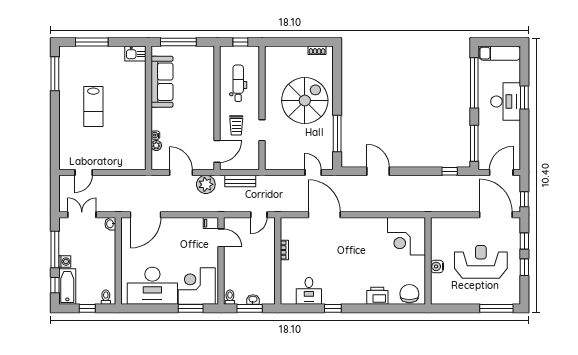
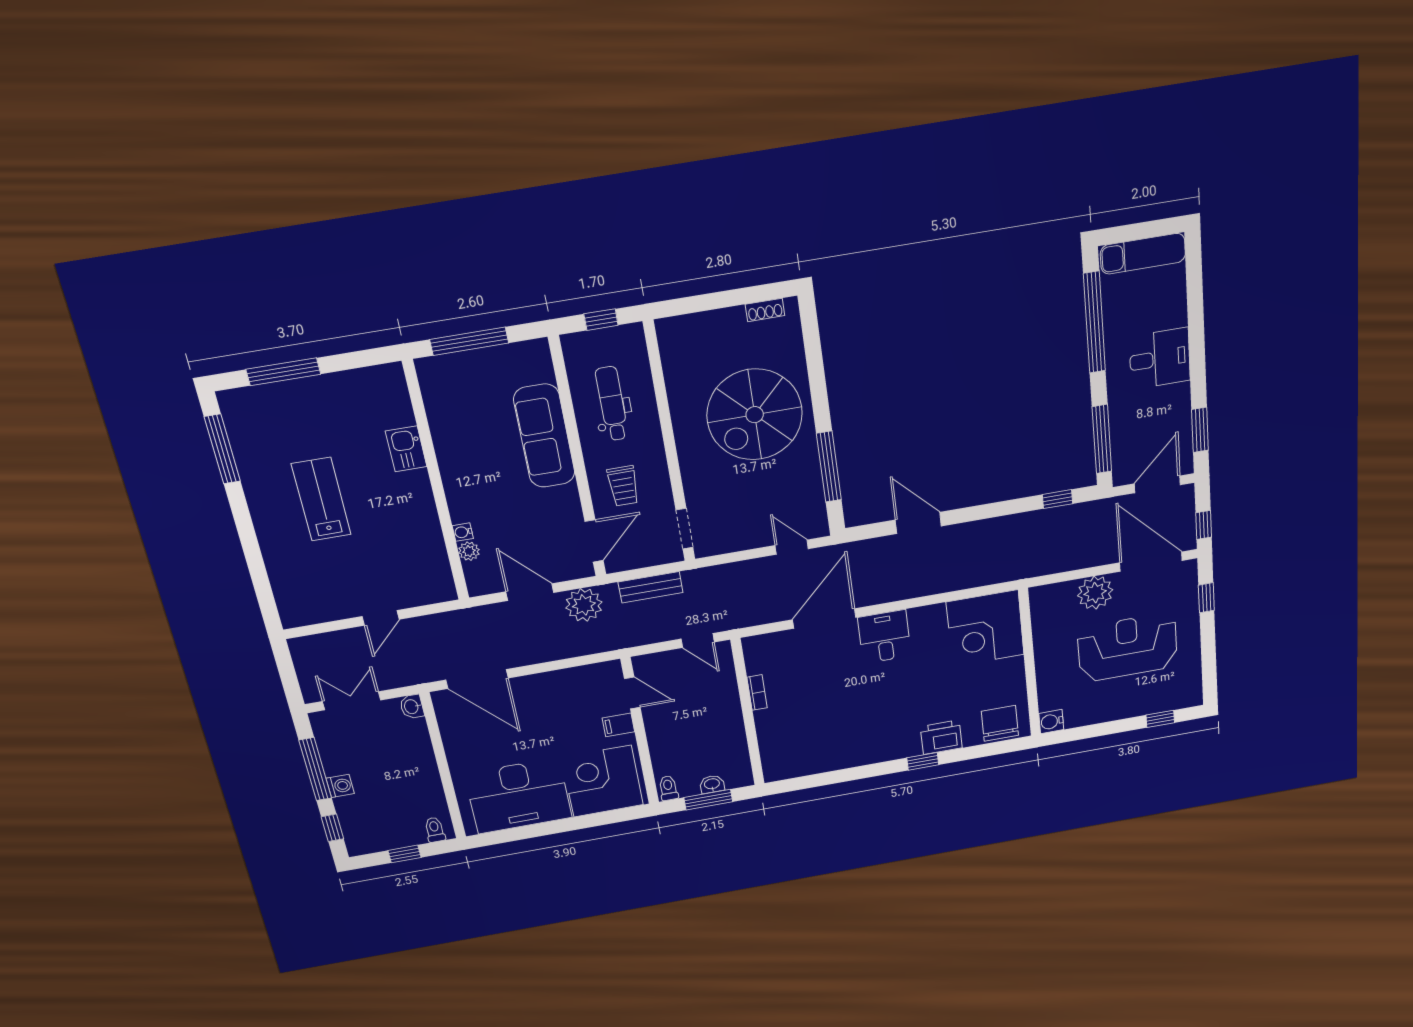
kitchen sink: (135, 54) -> (406, 449), moved, turned 90
sofa: (162, 82) -> (544, 436), moved, turned 180
window: (524, 98) -> (1200, 430), moved
spiral stairs: (305, 101) -> (755, 415), turned 180
desk: (506, 101) -> (1160, 359), width x0.73
lab bench: (93, 106) -> (321, 499), turned 180
doorway: (262, 130) -> (684, 529), moved
door: (84, 173) -> (381, 618), moved
door: (146, 215) -> (477, 679), hinge flipped
door: (259, 215) -> (698, 641), hinge flipped
door: (324, 215) -> (824, 619), hinge flipped
filing cabinet: (211, 223) -> (618, 725), moved
plant: (466, 227) -> (1095, 593), added
water cooler: (437, 266) -> (1051, 722), moved
window: (524, 267) -> (1208, 642), removed
bathtub: (67, 286) -> (357, 826), removed
desk: (309, 291) -> (884, 637), moved, turned 180
window: (191, 308) -> (598, 819), removed
window: (333, 308) -> (923, 761), moved
window: (496, 308) -> (1160, 719), width x0.46

